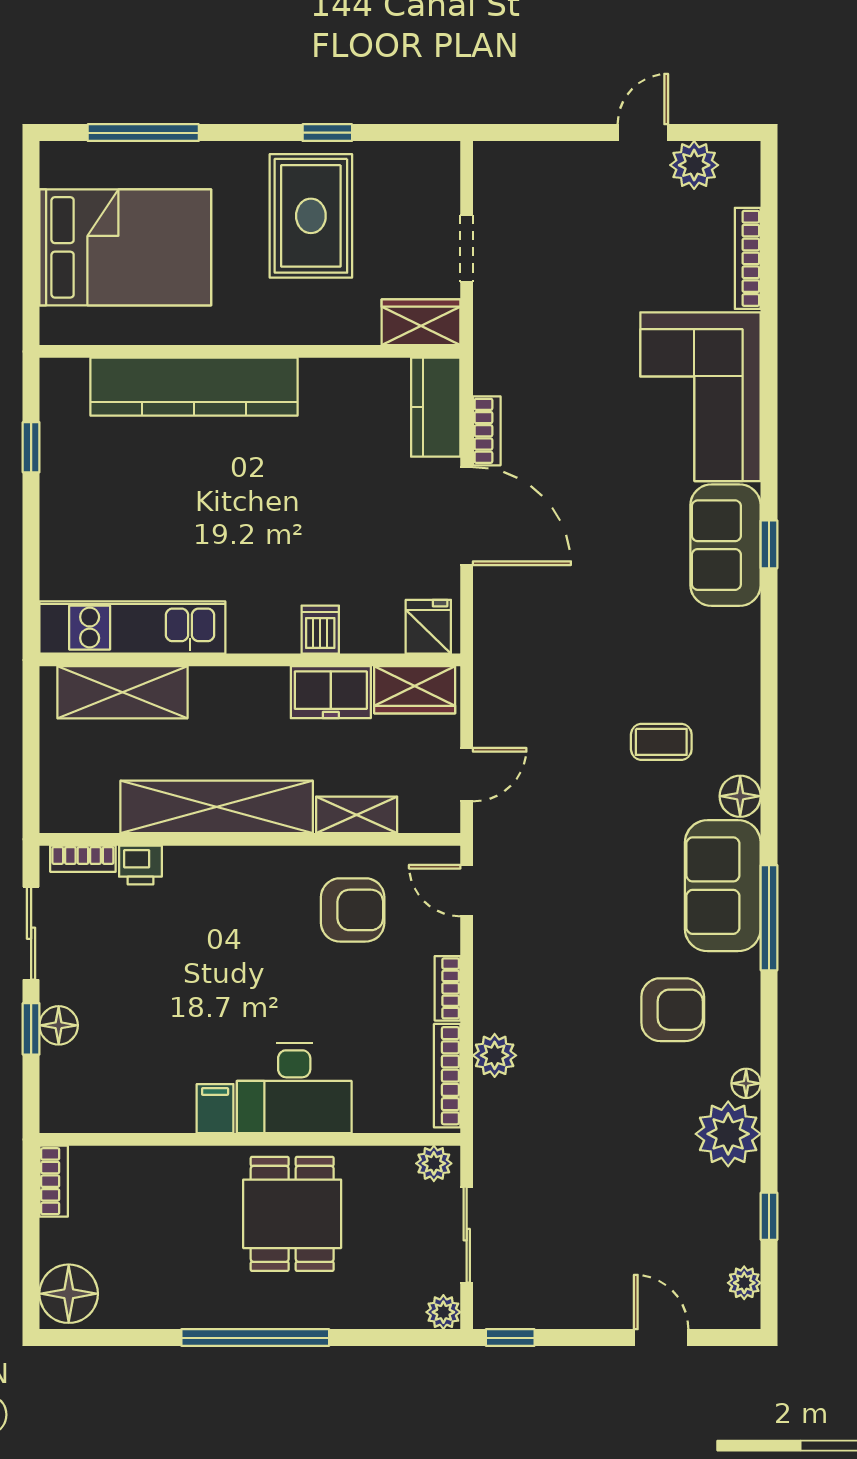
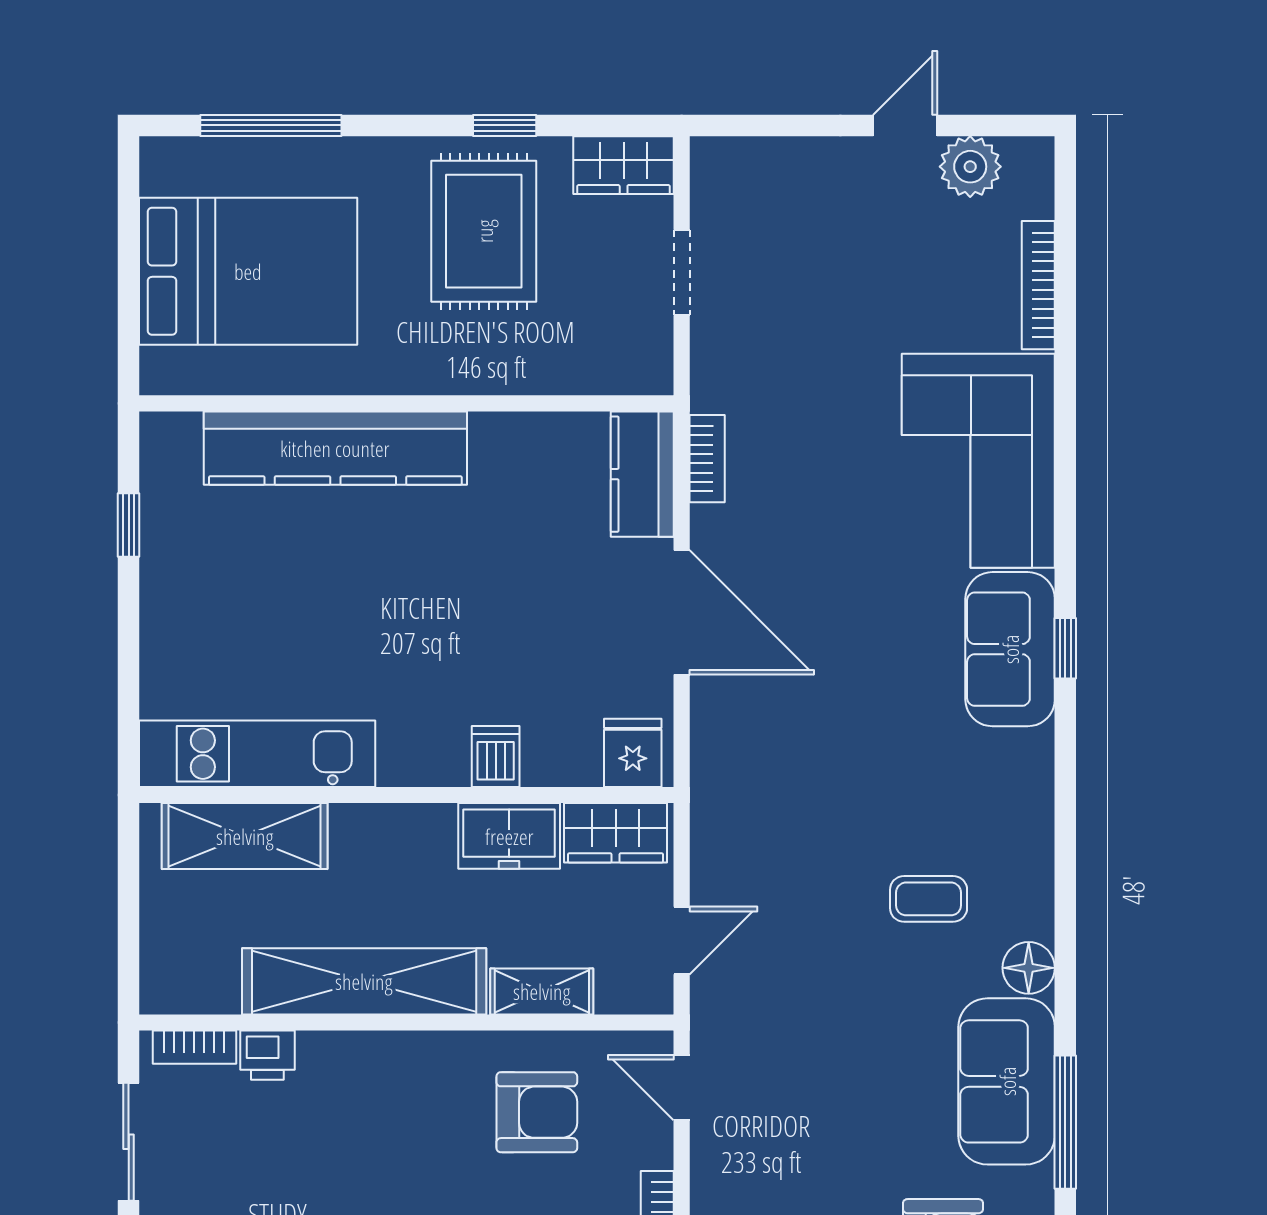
wardrobe: (421, 322) -> (624, 165), moved, turned 180
bookcase: (487, 431) -> (707, 459), moved

